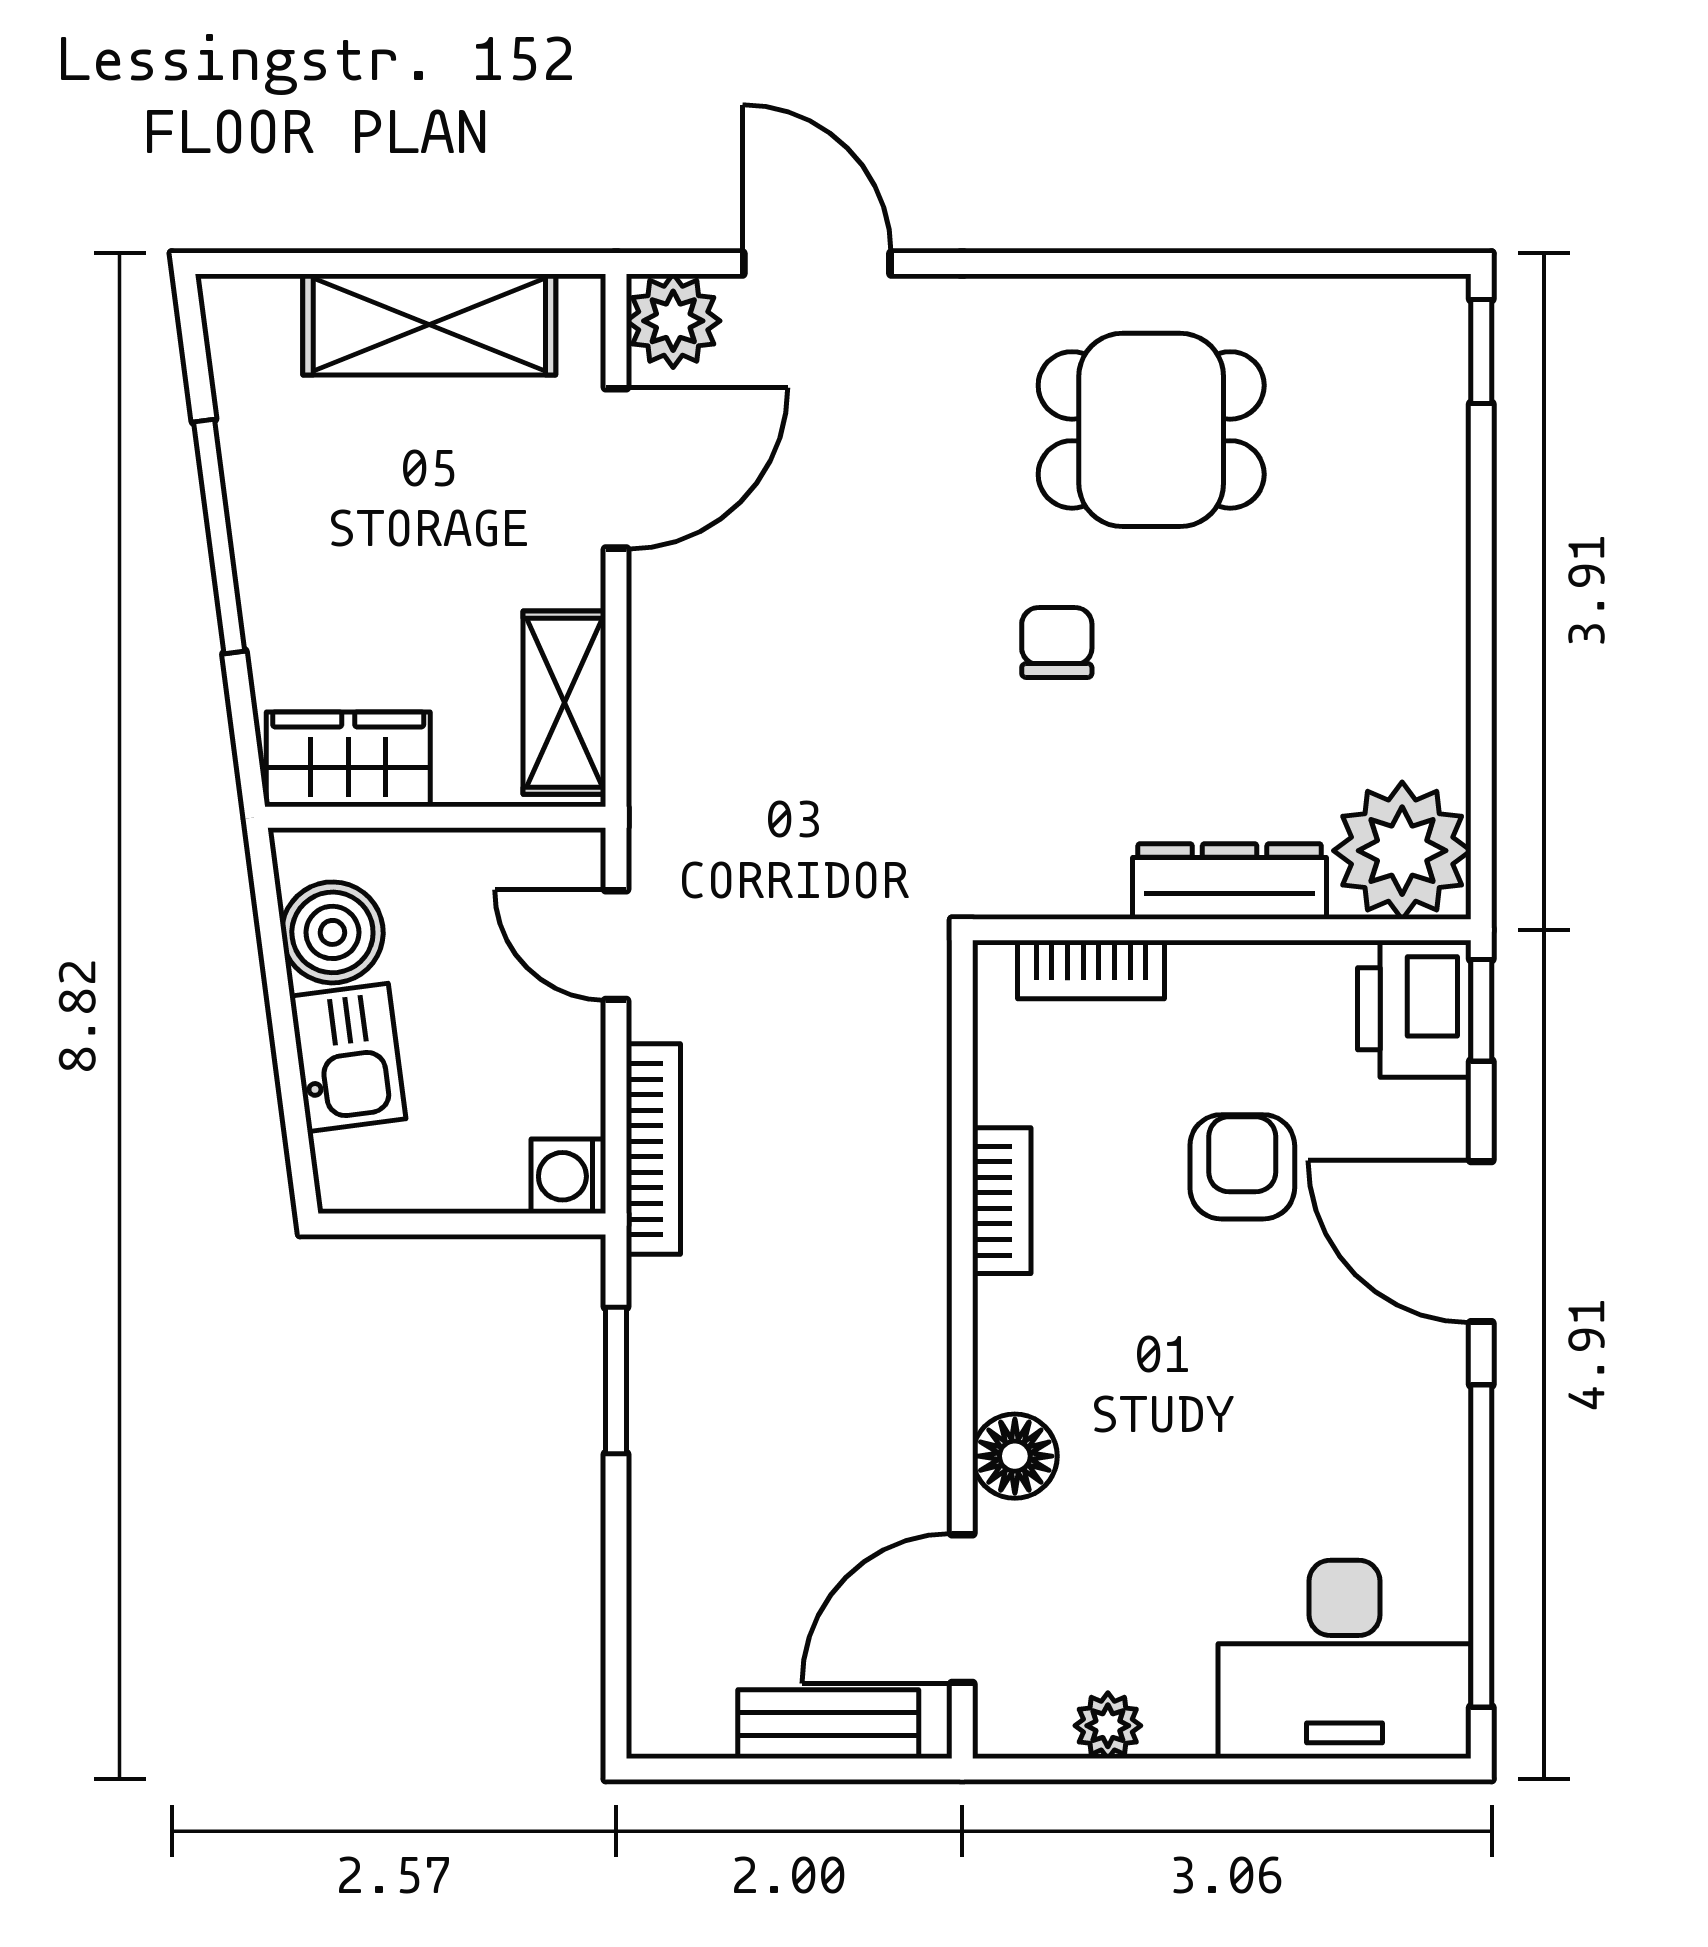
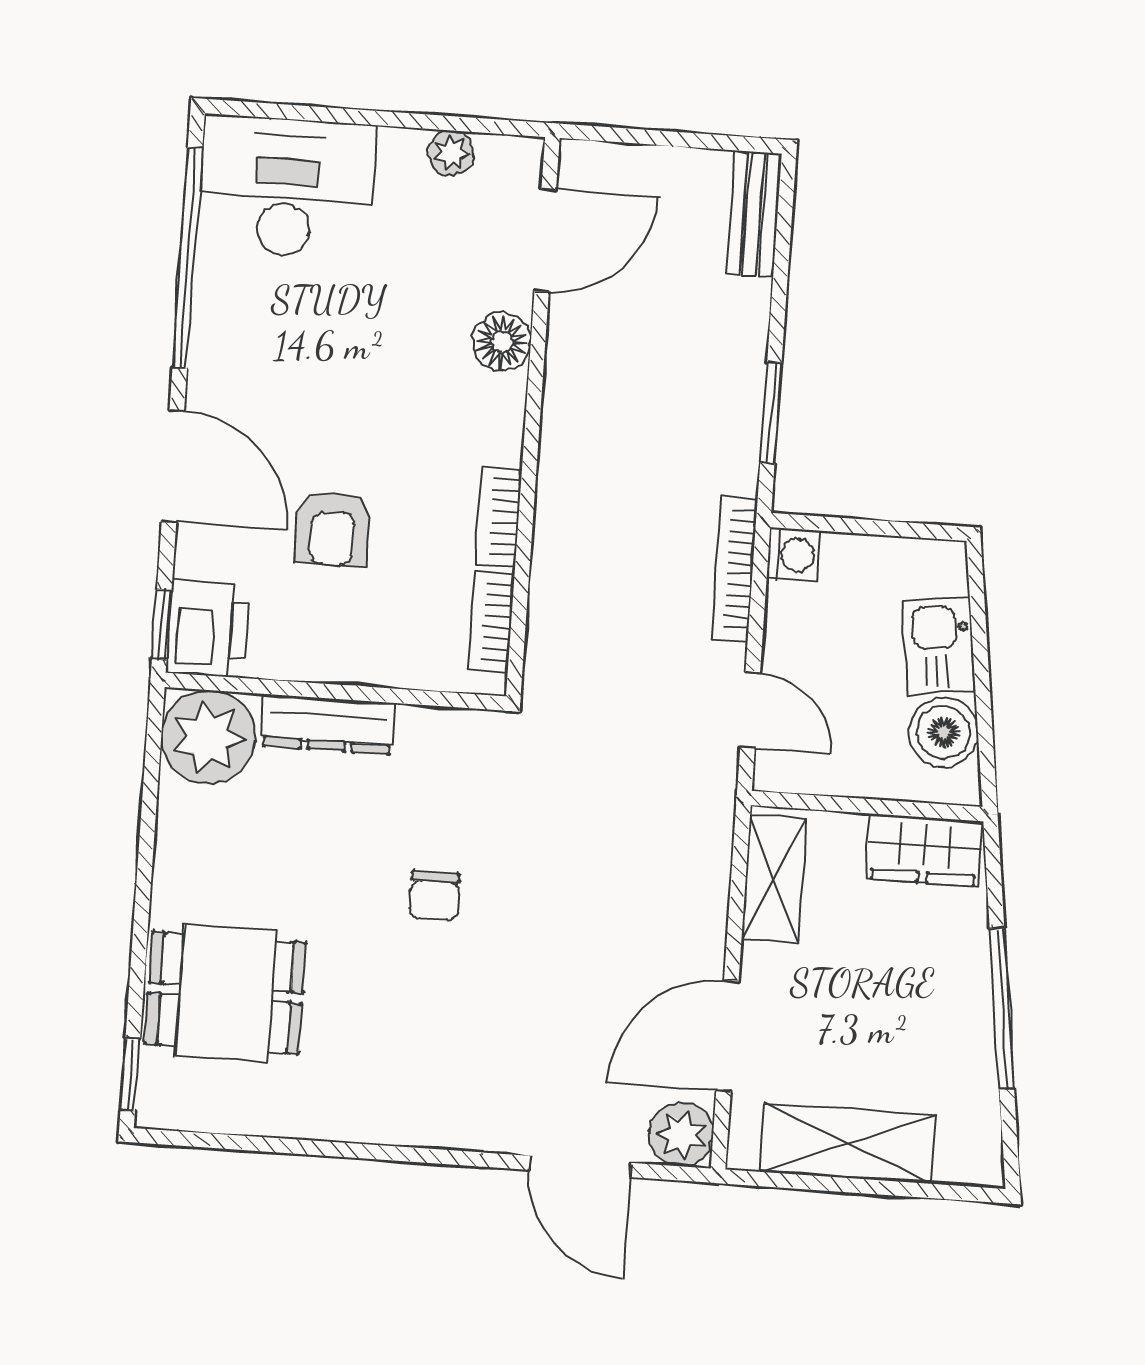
dining table: (1151, 430) -> (226, 993), moved
bookcase: (1091, 970) -> (491, 622), moved, turned -90
bench: (828, 1724) -> (754, 214), moved, turned 90

